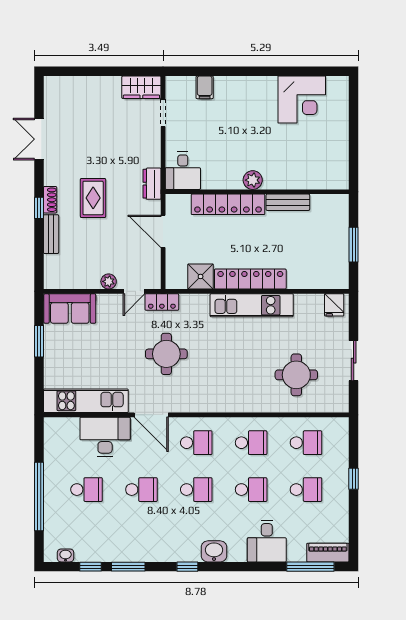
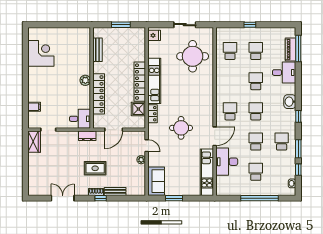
double door: (39, 139) -> (63, 198), swing flipped
bench: (288, 202) -> (97, 50), moved
locker: (162, 302) -> (152, 114), moved
round table: (296, 375) -> (193, 56), width x1.36, depth x1.36
school desk: (251, 443) -> (282, 142), moved
piano: (328, 553) -> (291, 49), moved

